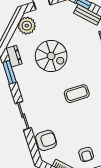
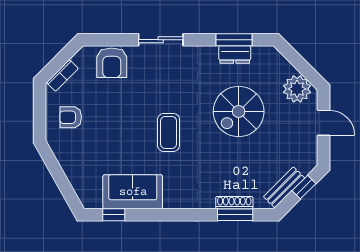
dresser: (14, 56) -> (235, 54), moved

